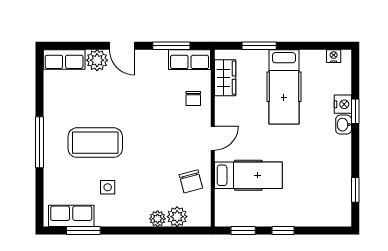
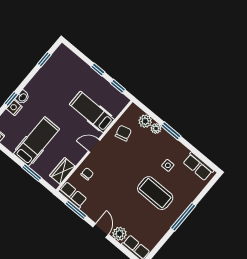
window: (83, 230) -> (171, 131), moved

